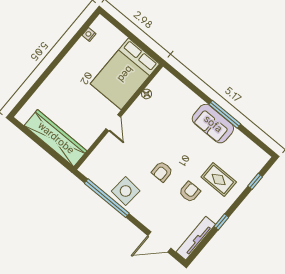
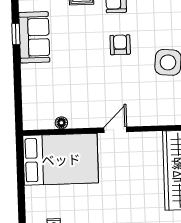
window: (225, 114) -> (16, 34), width x0.46
armchair: (162, 172) -> (120, 45), turned -90

